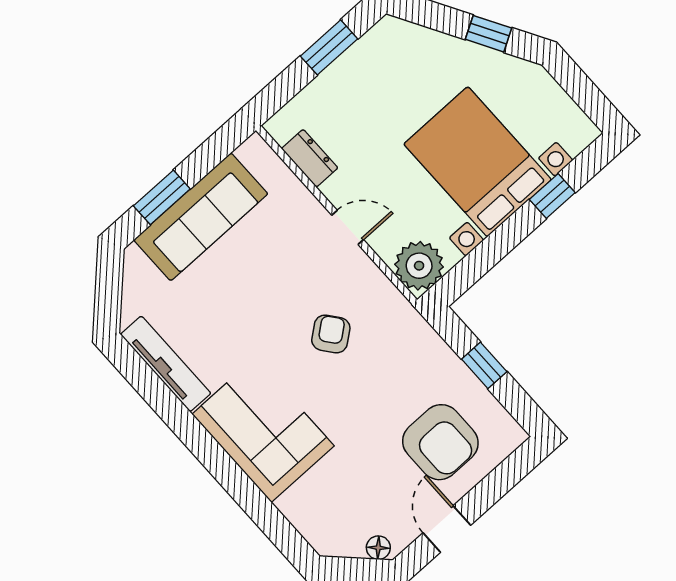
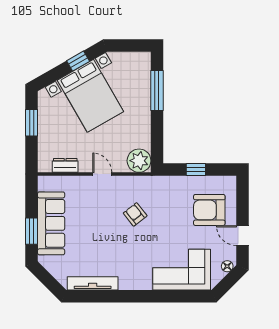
bed with nightstands: (478, 162) -> (90, 96), moved, turned -120
window: (552, 196) -> (157, 90), width x2.17
door: (348, 227) -> (102, 174), hinge flipped
corner sofa: (263, 430) -> (182, 270), moved
armchair: (440, 442) -> (209, 210), turned 180

